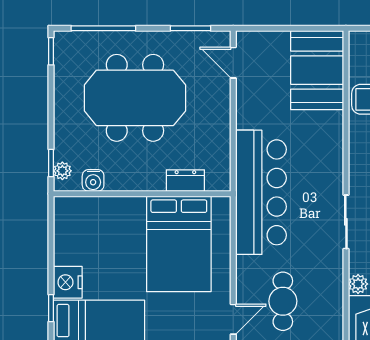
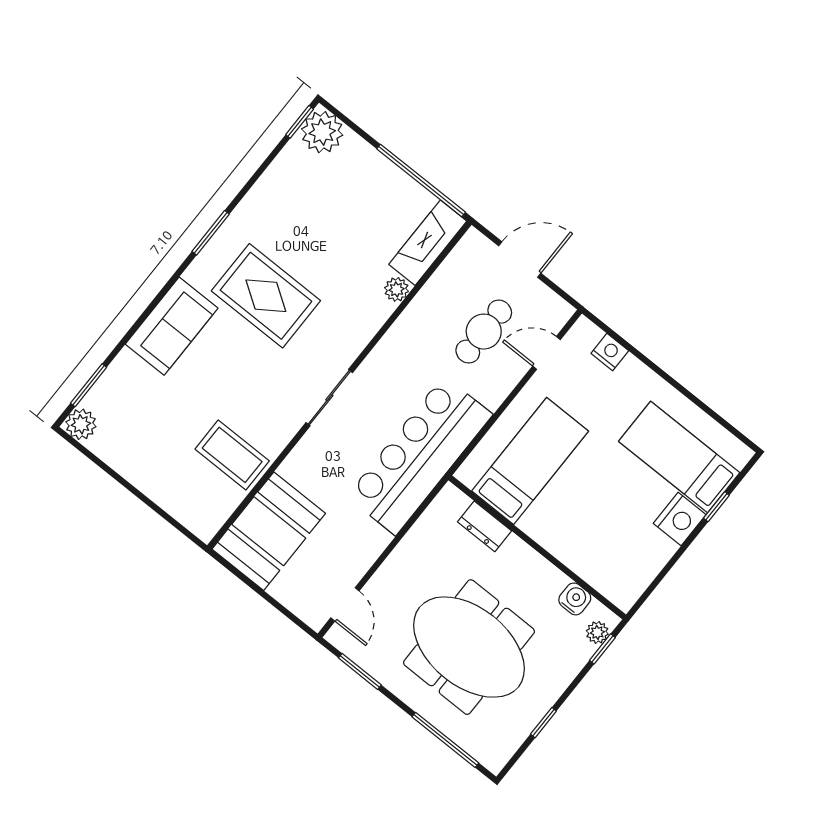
window: (51, 51) -> (543, 723), moved
sliding door: (346, 222) -> (329, 398), moved
bed: (179, 244) -> (530, 461), width x0.67

